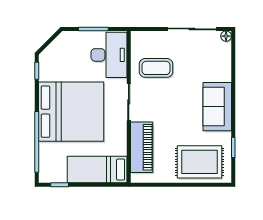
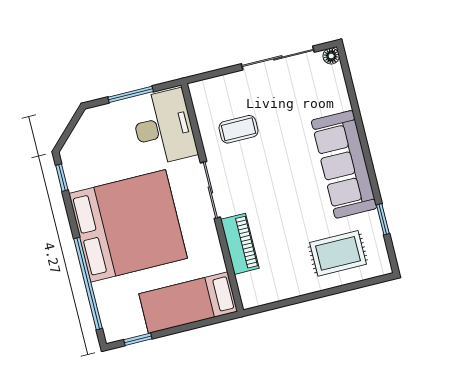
coffee table: (156, 68) -> (238, 129), width x0.73, depth x0.77
sofa: (217, 107) -> (344, 164), width x1.36
piano: (142, 147) -> (240, 244), width x0.73, depth x0.75
rug: (199, 162) -> (338, 253), width x0.73, depth x0.70

